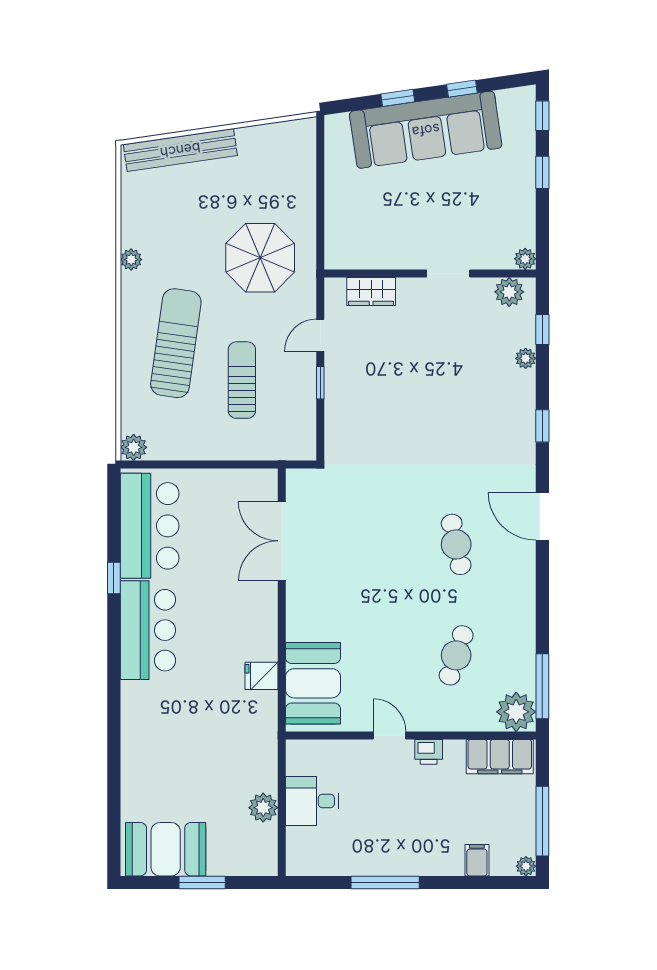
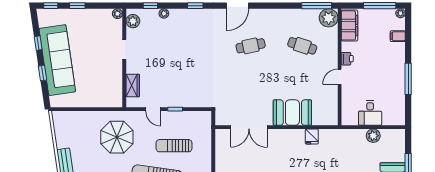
booth: (313, 683) -> (292, 113), moved

